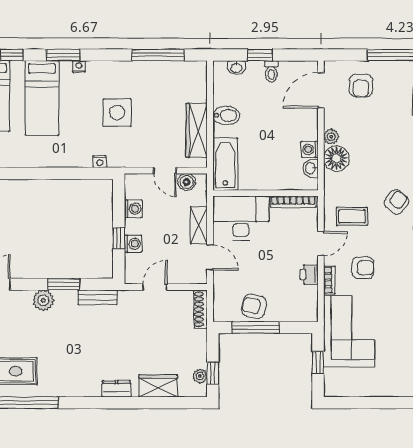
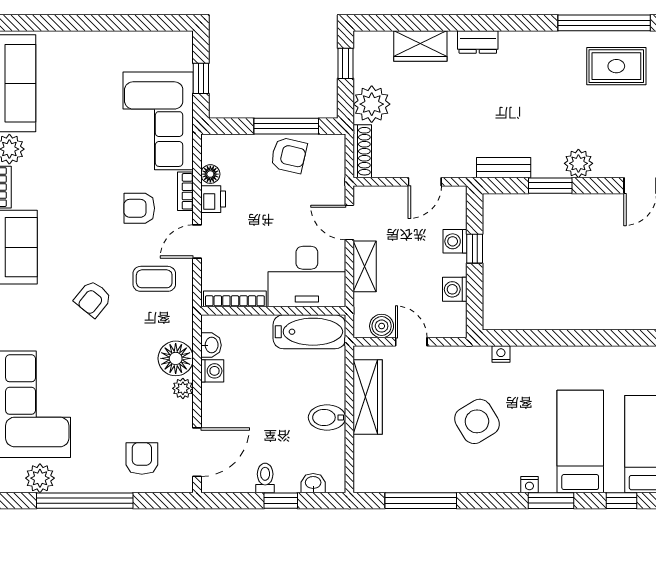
side table: (117, 113) -> (477, 421), turned -31
bathtub: (225, 164) -> (309, 332), moved, turned -90
floor lamp: (311, 293) -> (210, 174), added
plant: (200, 376) -> (372, 104), moved, width x1.88, depth x1.88

